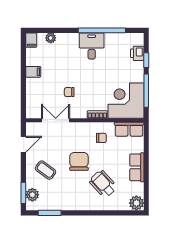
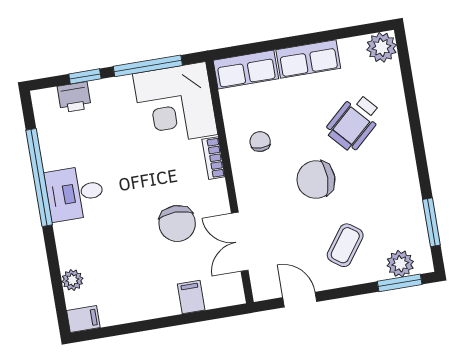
filing cabinet: (33, 72) -> (191, 297), moved
chair: (69, 92) -> (177, 223), width x1.87, depth x1.87
row of seats: (129, 129) -> (246, 70), moved, turned 90

